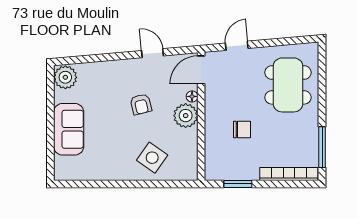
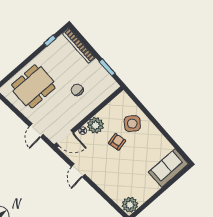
door: (237, 46) -> (36, 130), hinge flipped
armchair: (141, 104) -> (117, 142), moved
sofa: (69, 129) -> (168, 168), moved
window: (322, 147) -> (50, 41), width x0.46

